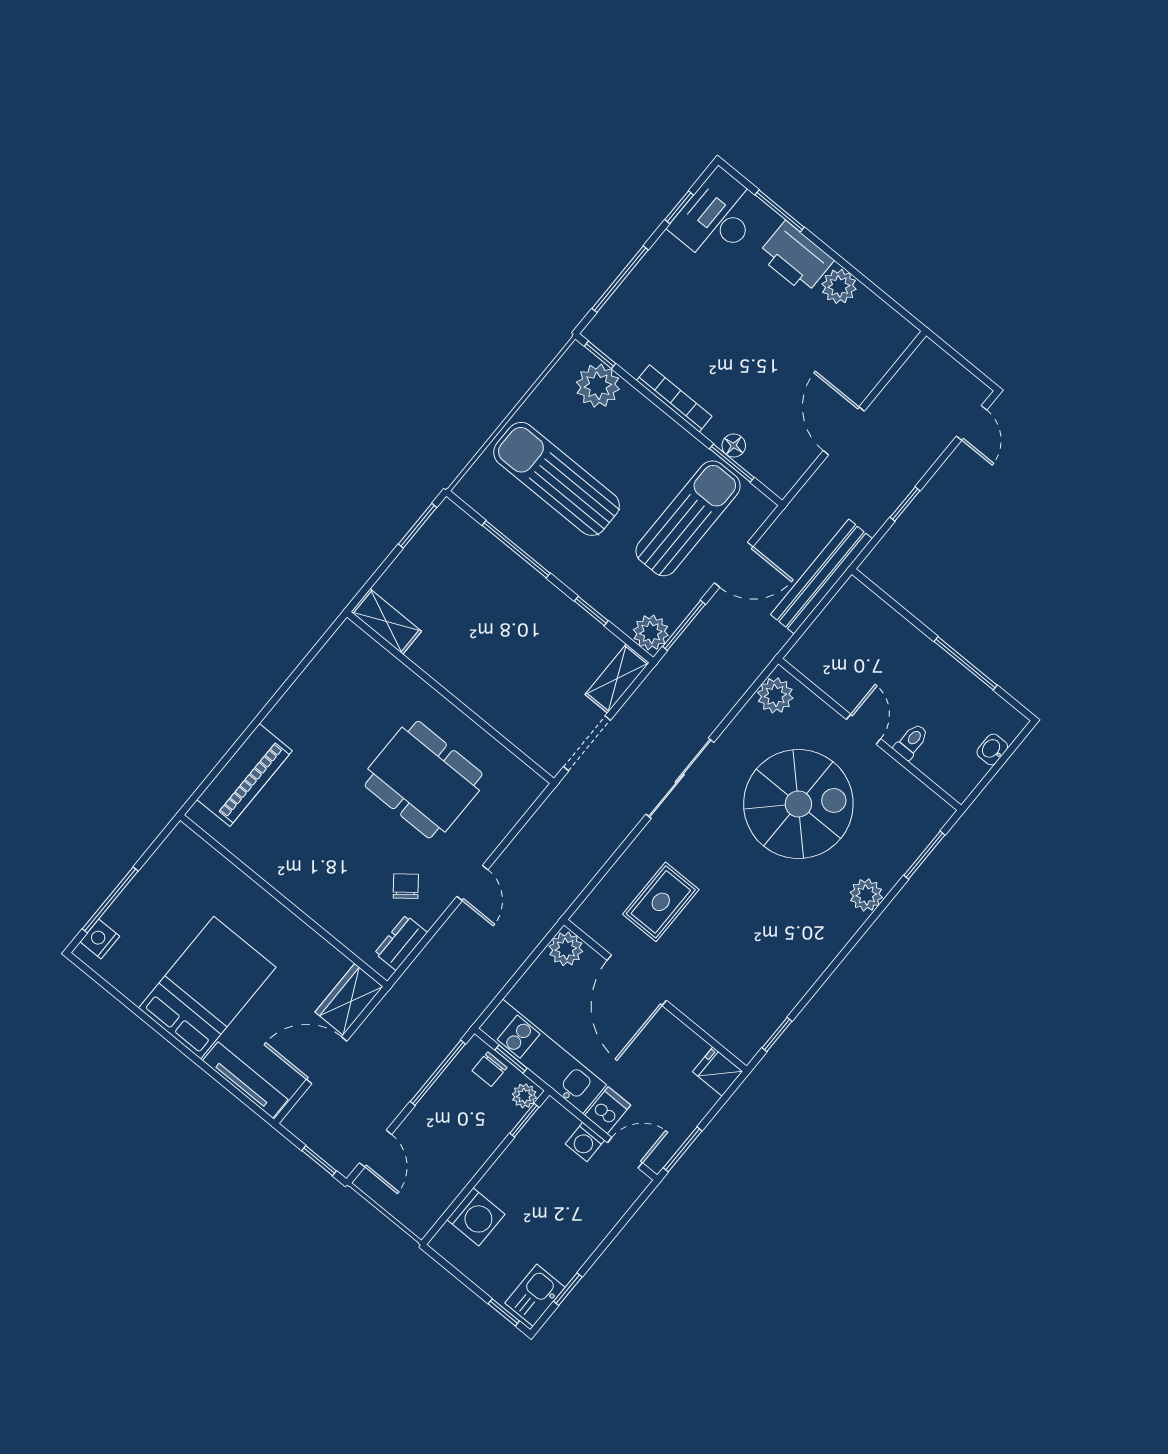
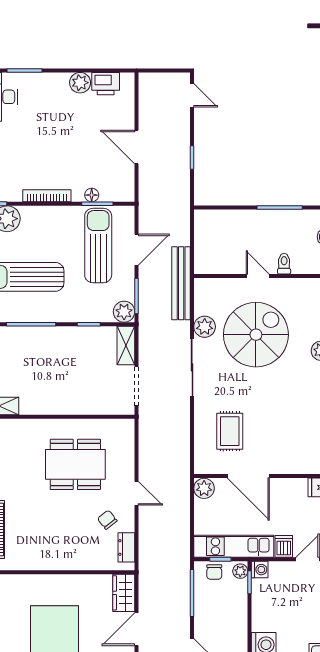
printer: (796, 258) -> (106, 84), moved, width x0.73, depth x0.84
bench: (821, 577) -> (181, 283), moved
plant: (775, 695) -> (205, 327), moved
washing machine: (585, 1142) -> (260, 570), moved, turned -90

